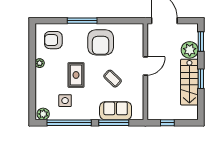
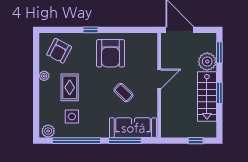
window: (82, 21) -> (90, 30), width x0.46
armchair: (53, 40) -> (59, 51), turned -62
rug: (76, 75) -> (70, 87), moved
sofa: (116, 111) -> (133, 128), width x1.36
window: (167, 123) -> (196, 141), moved

